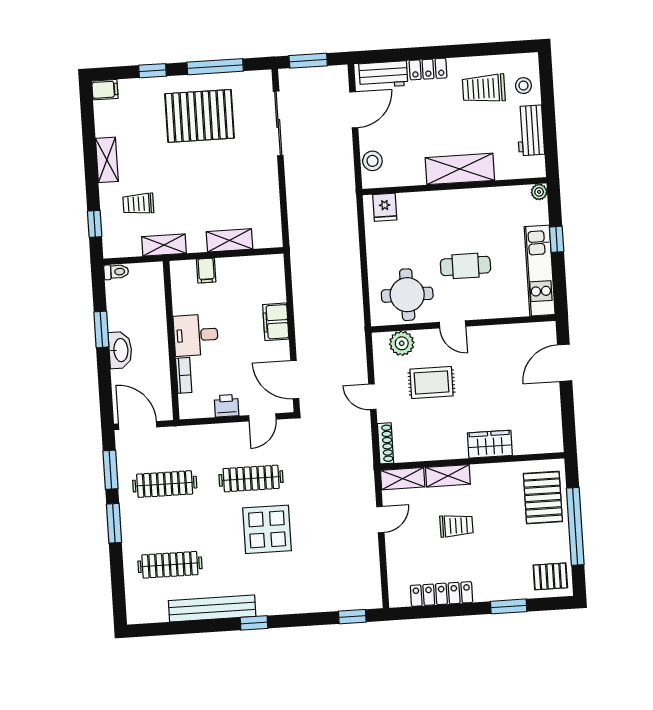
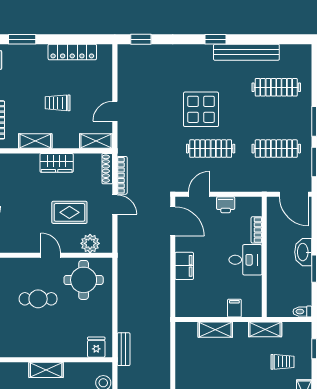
shelving: (460, 169) -> (46, 370), width x0.67, depth x0.75
bench: (349, 207) -> (124, 349), added
bookcase: (365, 436) -> (122, 175), added
wardrobe: (490, 444) -> (57, 163), moved
shelving: (448, 476) -> (35, 141), moved

